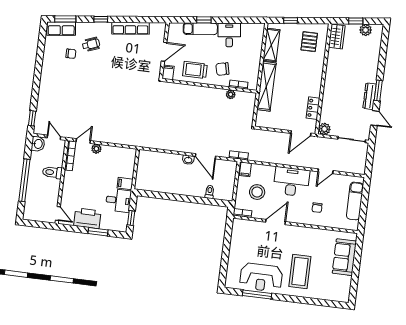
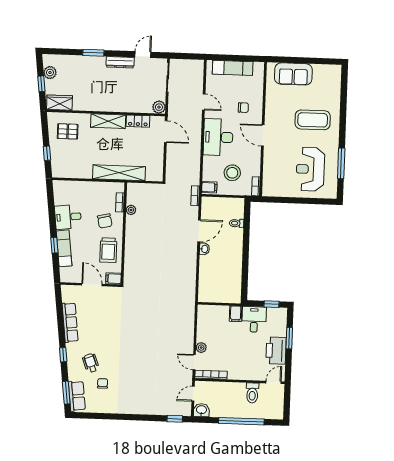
shelving: (271, 45) -> (108, 121), moved
window: (378, 91) -> (93, 53), moved
toilet: (52, 172) -> (252, 393), moved
door: (276, 222) -> (263, 135), moved
reception desk: (261, 277) -> (310, 169), moved, turned 180

